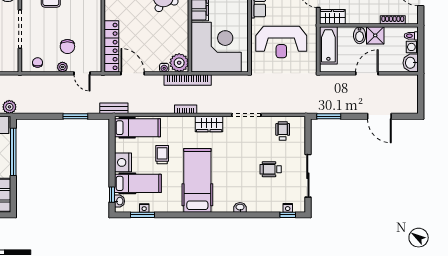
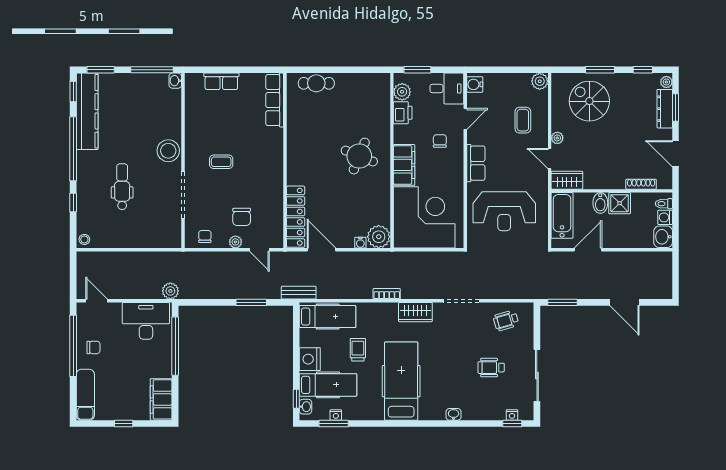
door: (367, 73) -> (588, 250), moved
bookcase: (188, 80) -> (389, 258), removed
wheelchair: (283, 131) -> (506, 320), turned -106

